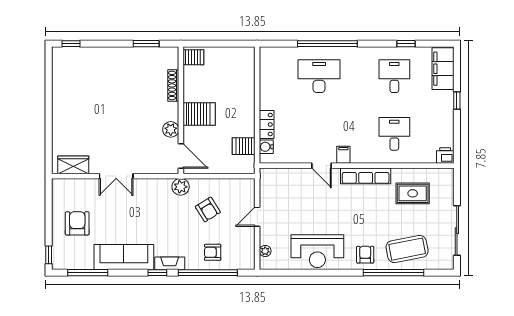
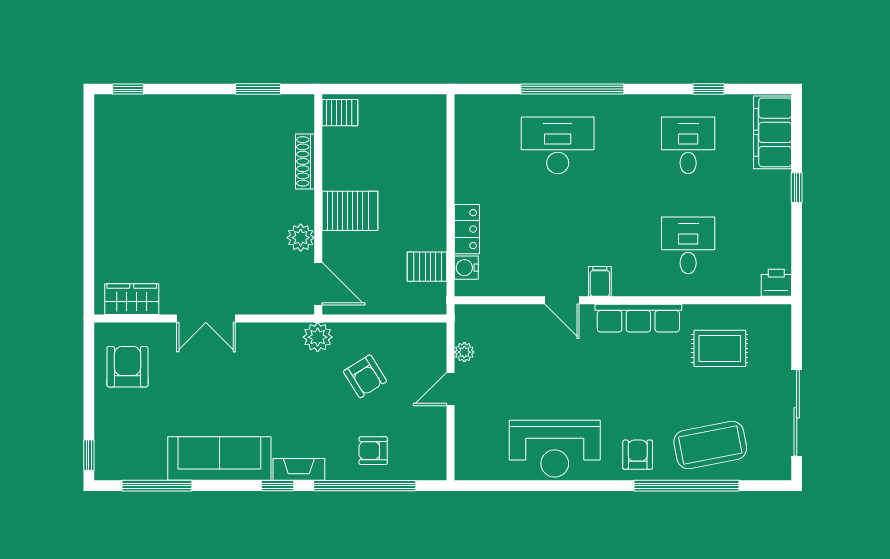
armchair: (77, 223) -> (127, 367), moved
plant: (265, 251) -> (464, 352), moved

